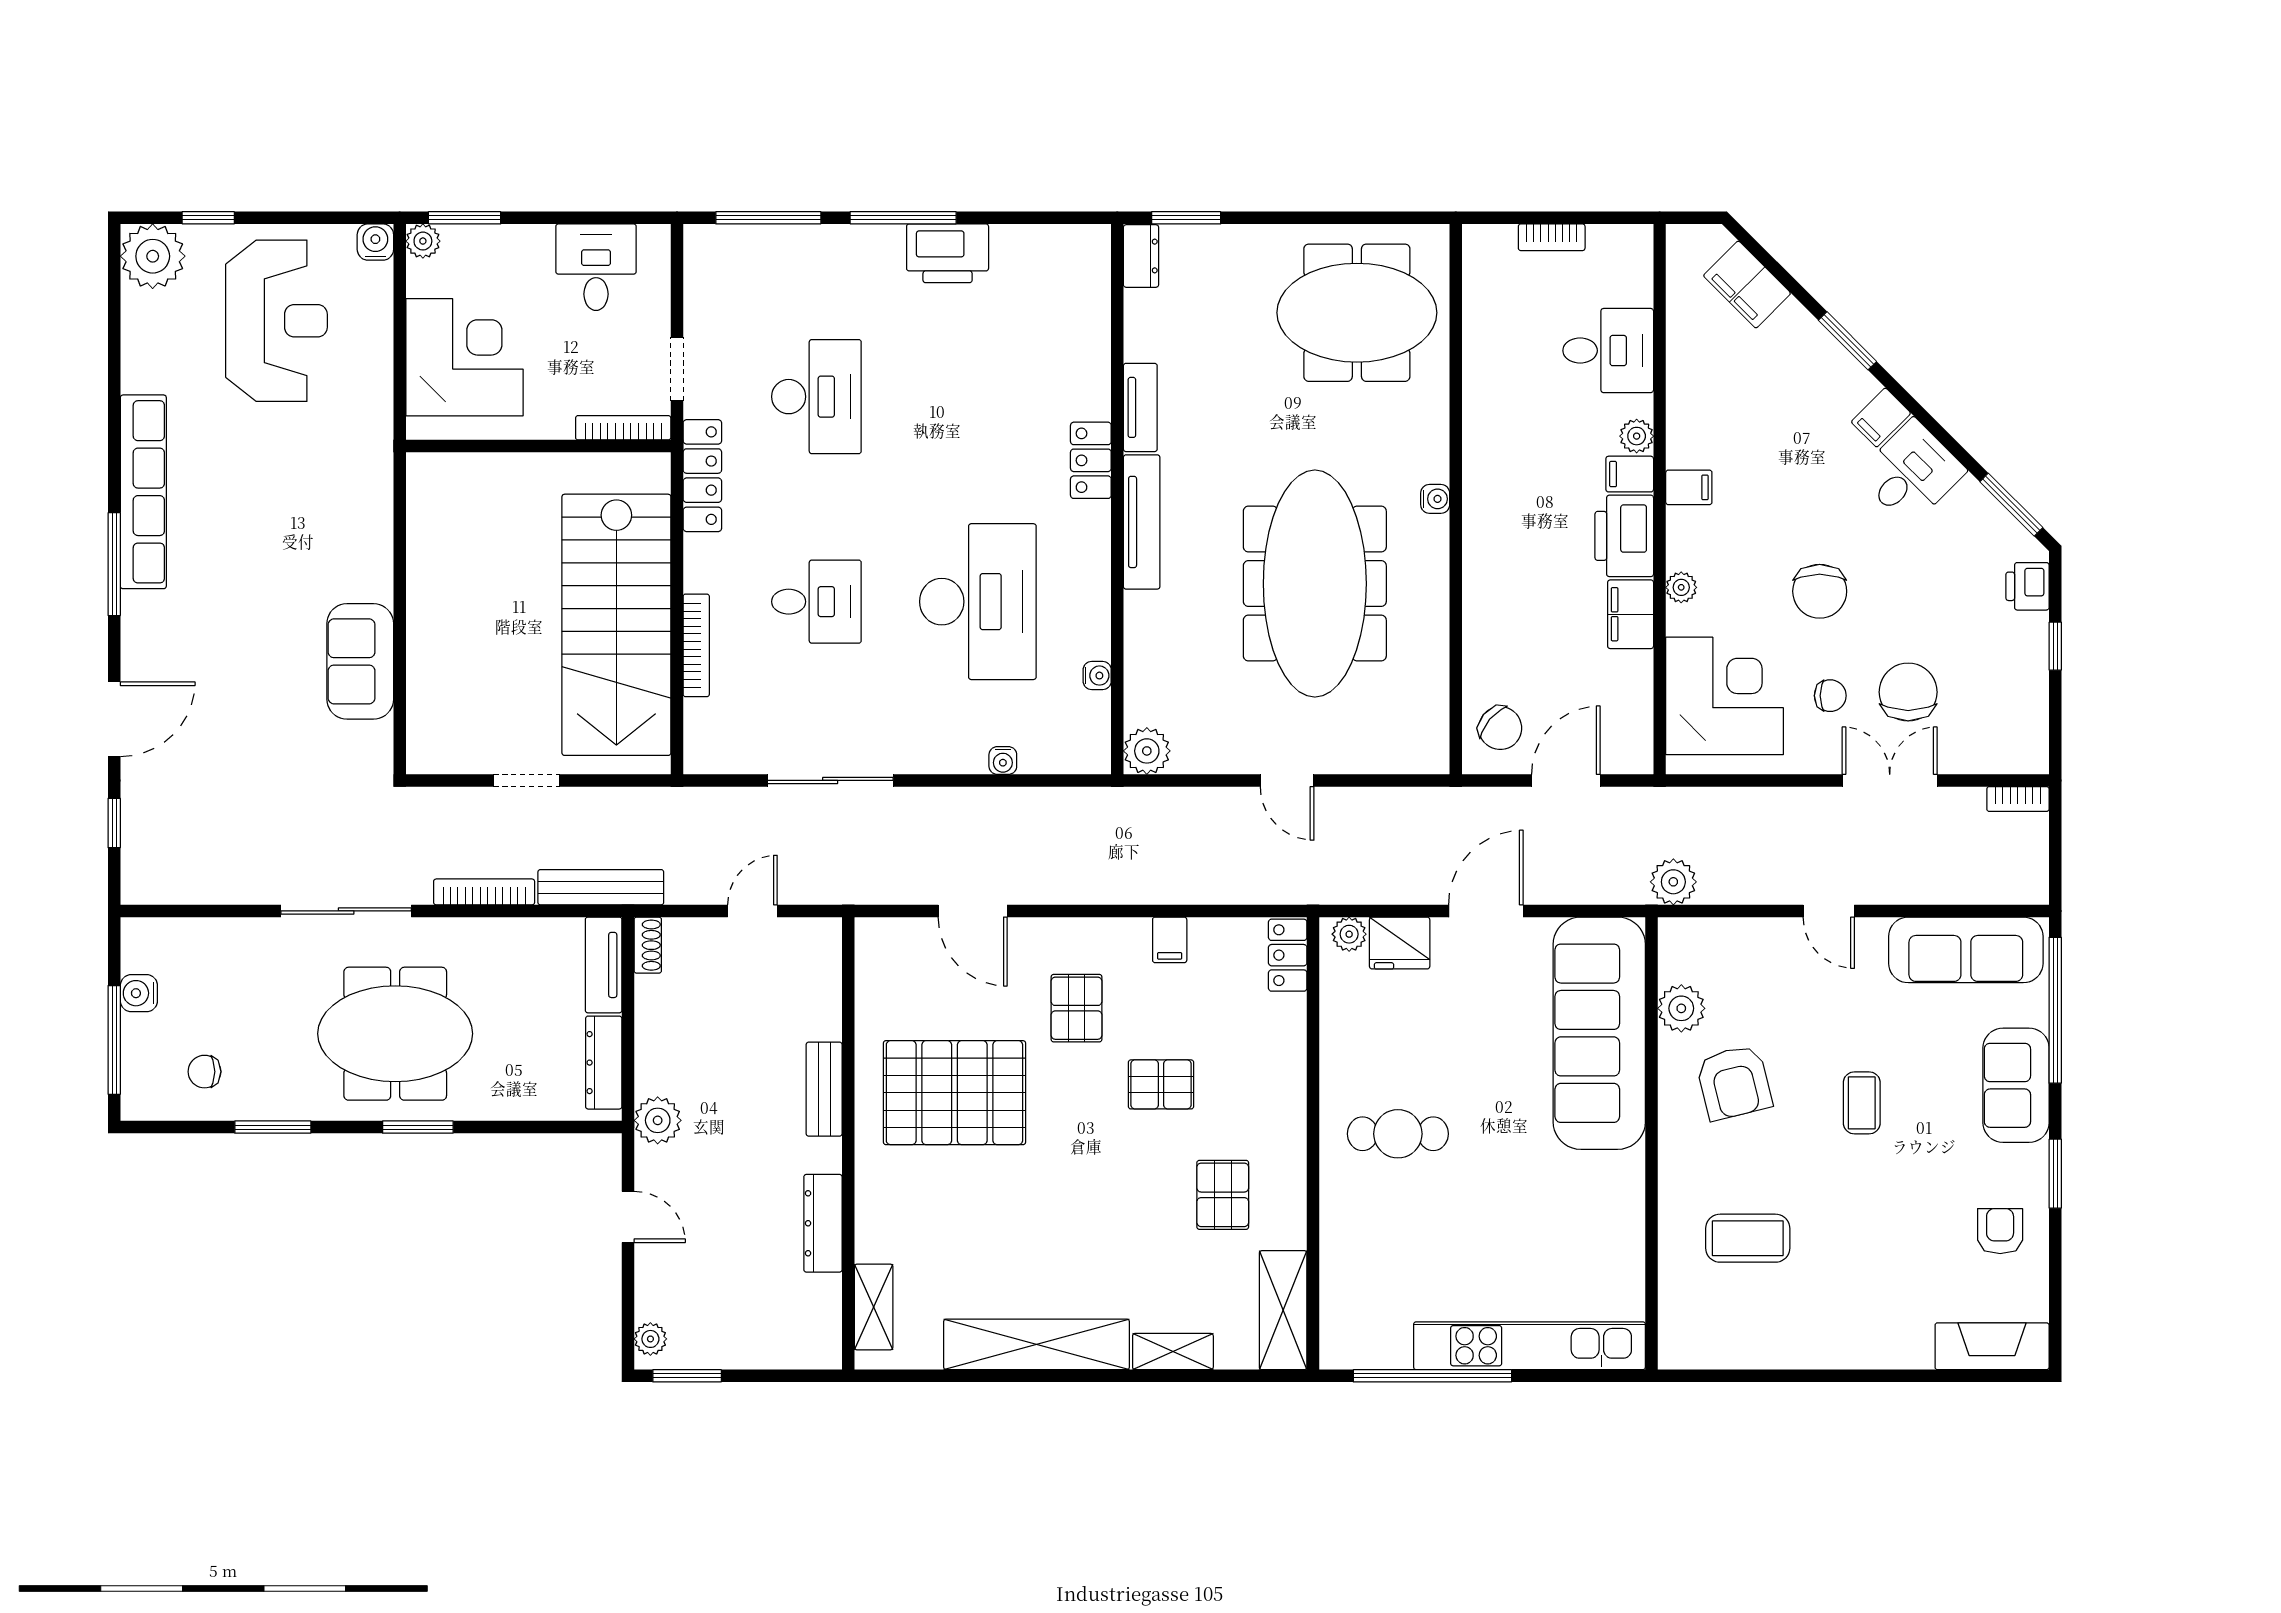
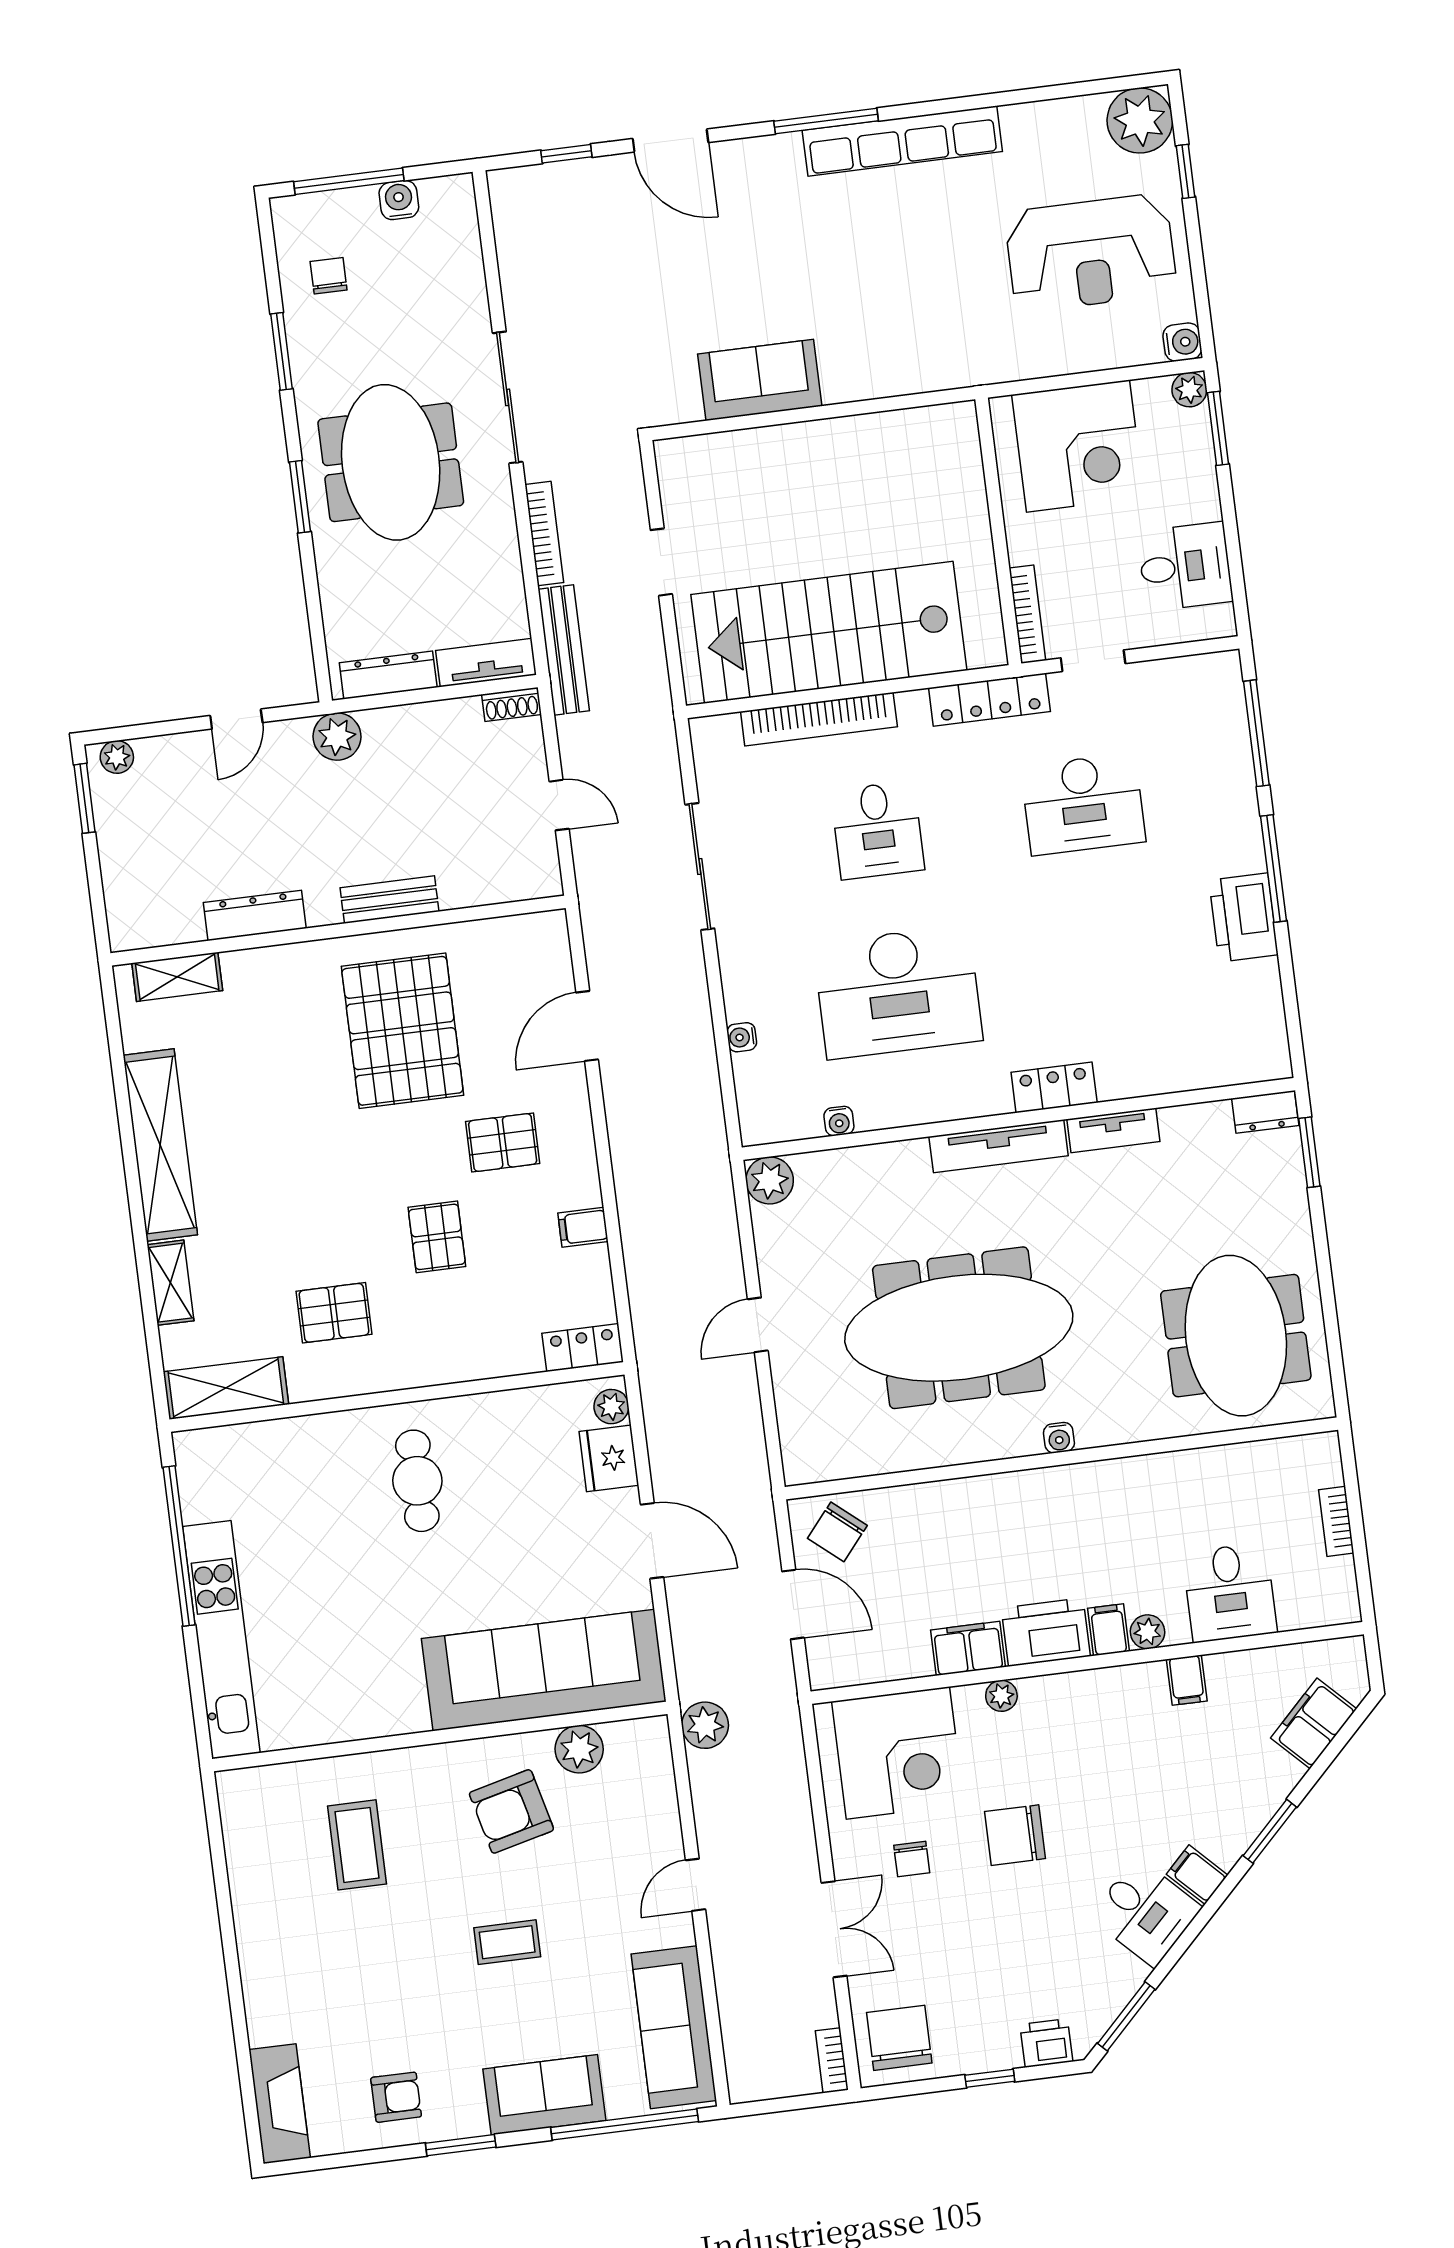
filing cabinet: (1689, 487) -> (1187, 1680), moved
bookcase: (696, 645) -> (819, 719), width x1.48, depth x1.31
chair: (1908, 692) -> (899, 2038), moved, turned -90

